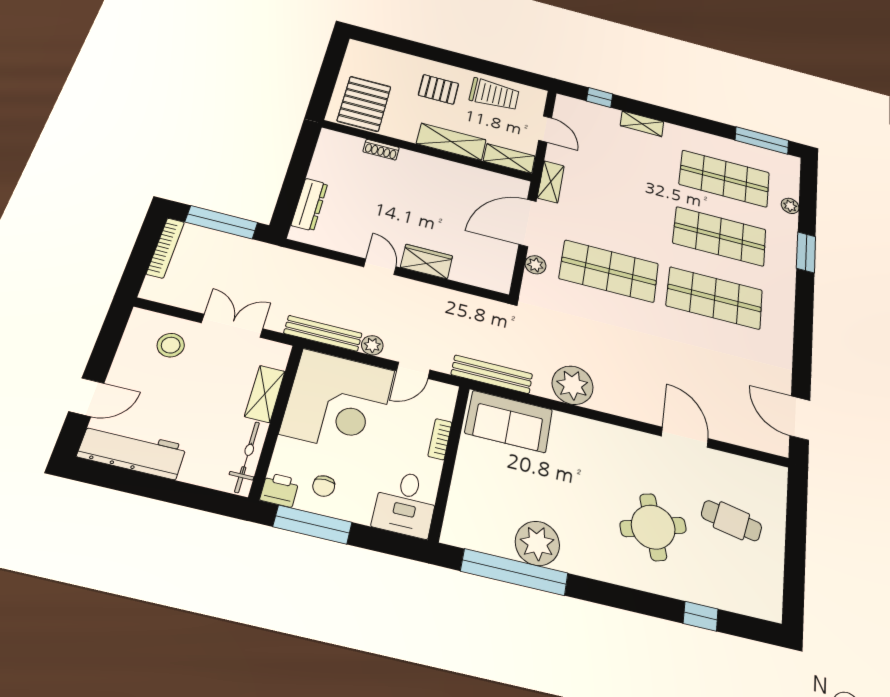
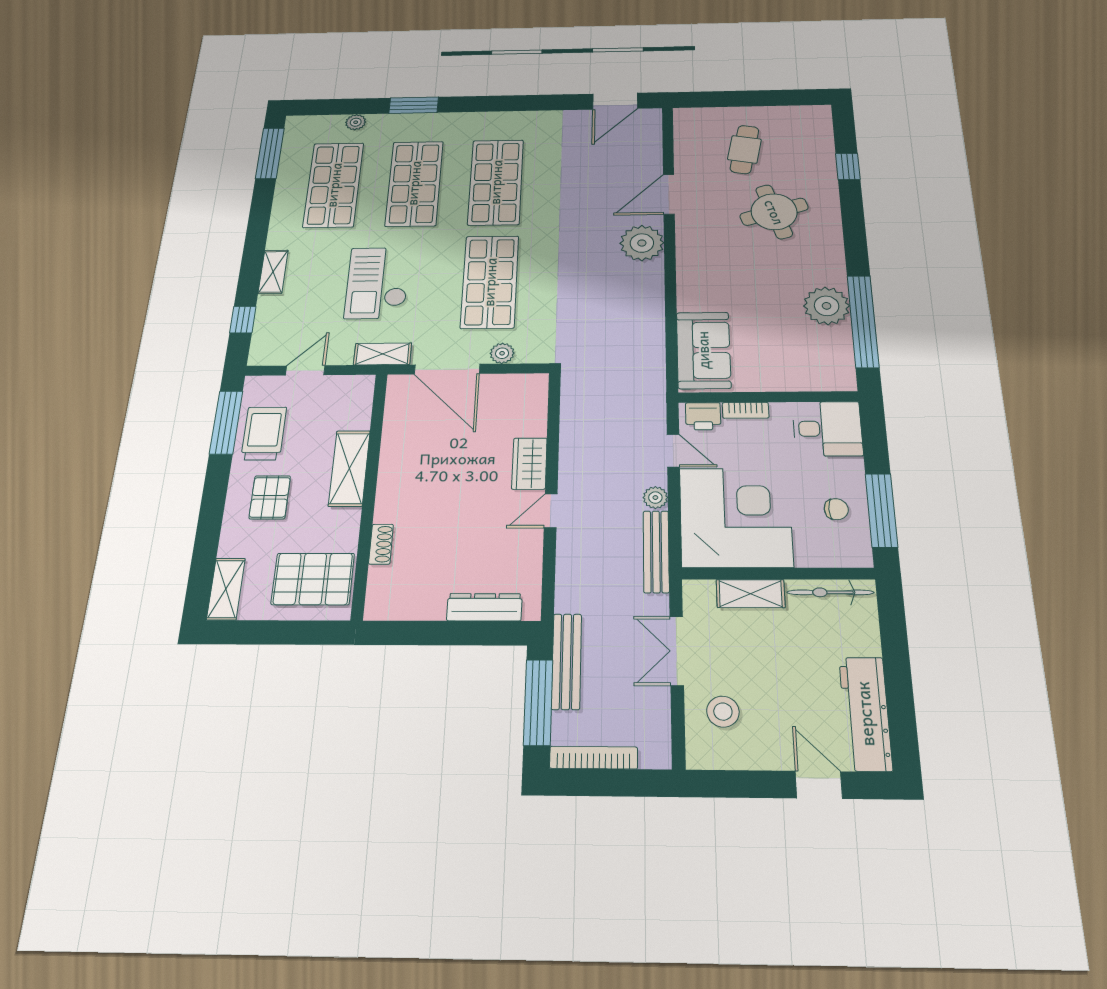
window: (509, 73) -> (226, 422), added
shelving: (509, 159) -> (226, 589), moved
checkout: (620, 191) -> (377, 283), added
bench: (492, 374) -> (566, 661), moved
plant: (573, 385) -> (642, 243), moved
printer: (279, 490) -> (703, 416), moved, turned -90

